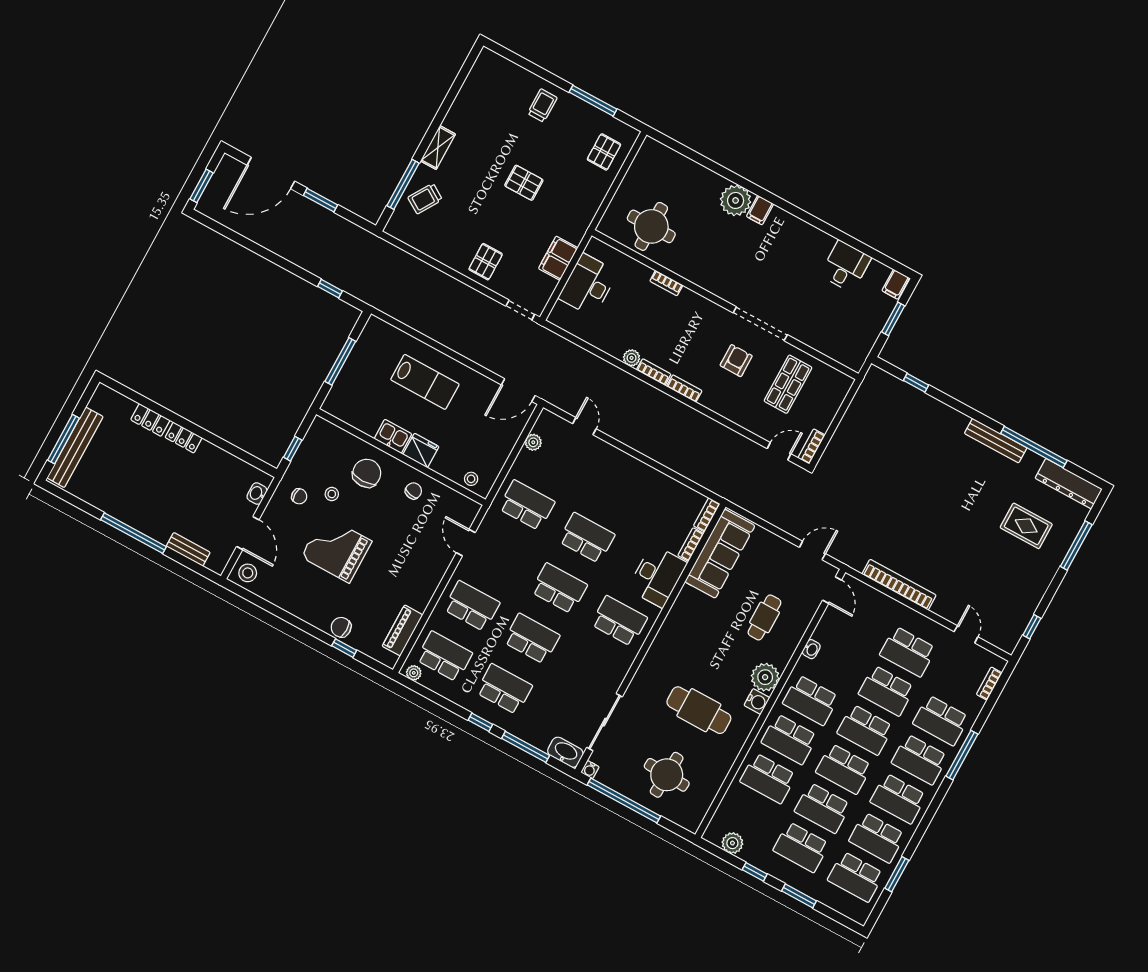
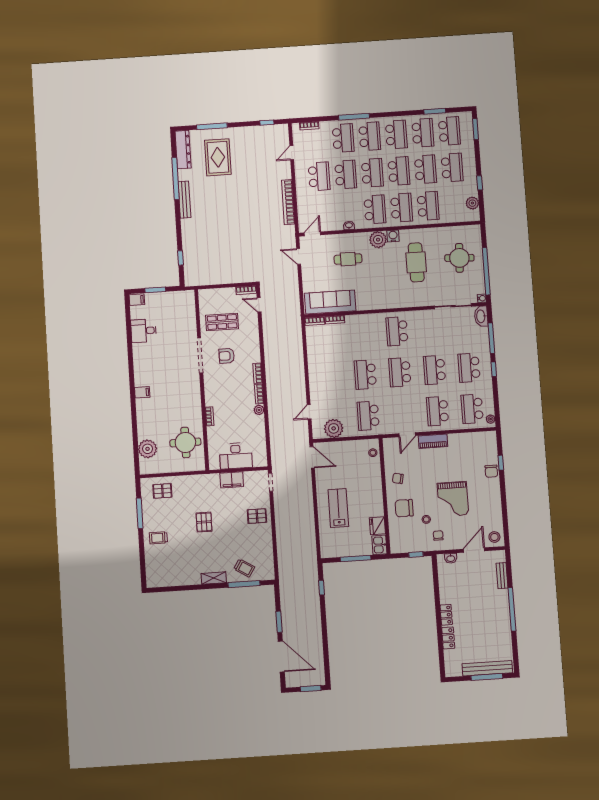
plant: (736, 200) -> (148, 449), moved
kitchen sink: (393, 436) -> (379, 545), moved
plant: (533, 442) -> (334, 428), width x1.87, depth x1.87
fridge: (421, 450) -> (377, 526), moved
rug: (1026, 526) -> (218, 157), width x1.36, depth x1.43
desk: (657, 576) -> (362, 326), removed
piano: (402, 630) -> (433, 441), moved
window: (799, 896) -> (476, 129), moved

